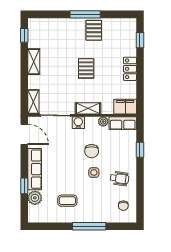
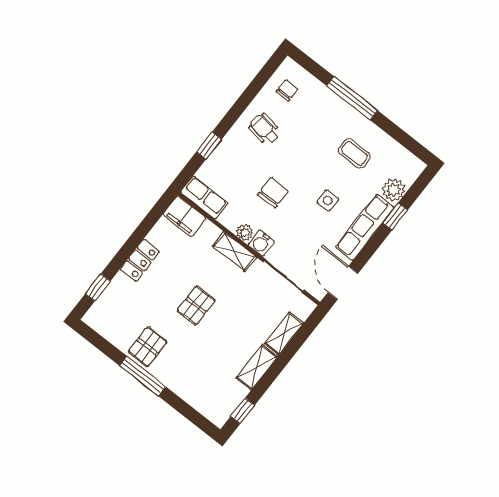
shelving: (33, 102) -> (284, 333), moved
plant: (103, 122) -> (245, 232), moved
side table: (94, 173) -> (328, 200), moved

